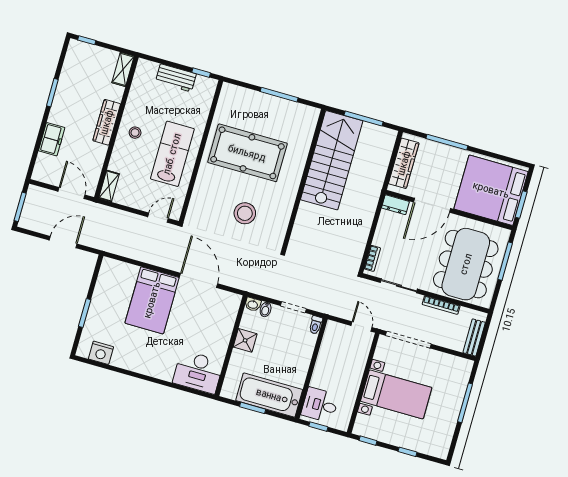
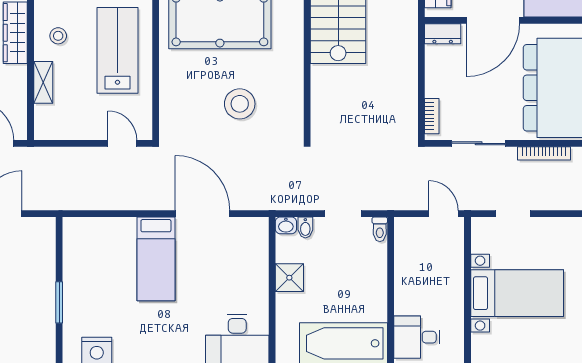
shelving: (109, 186) -> (43, 82), moved
door: (158, 218) -> (122, 143), hinge flipped
bed: (152, 300) -> (156, 259), width x0.67
doorway: (408, 340) -> (513, 214), width x0.53

